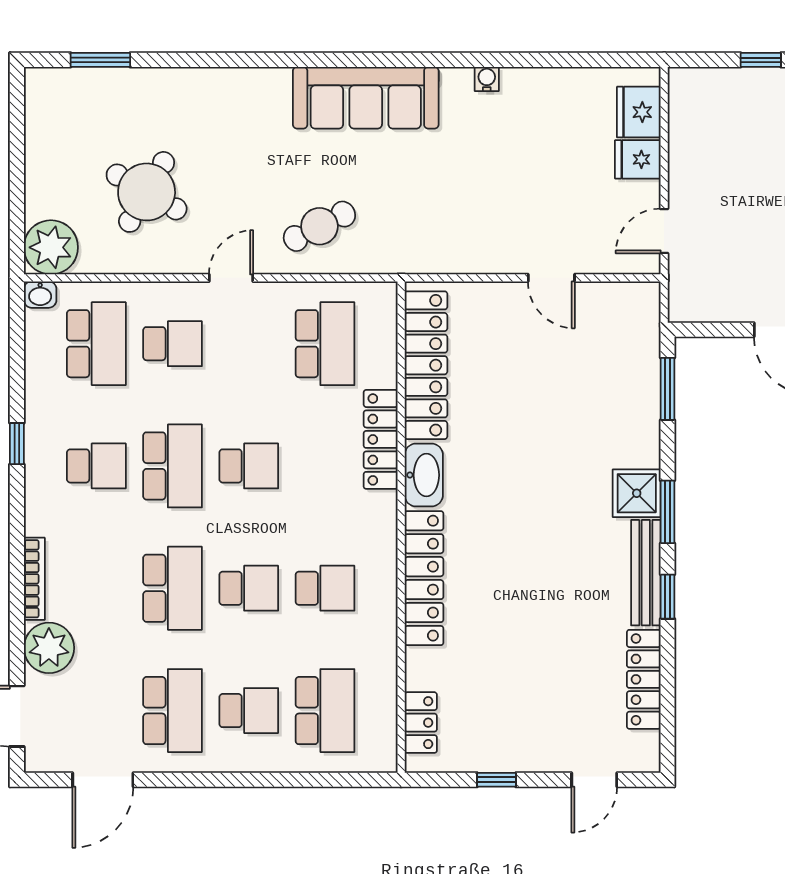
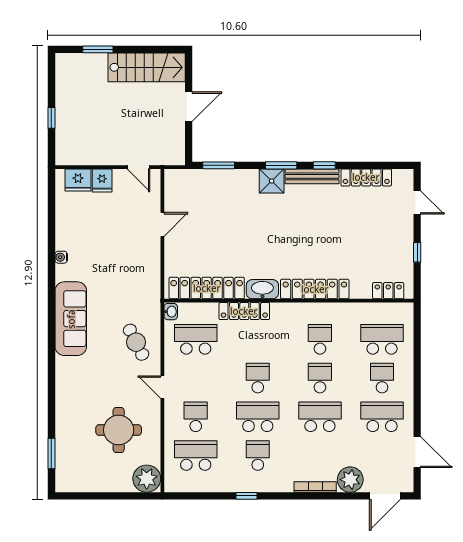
round table: (147, 192) -> (119, 430), turned -30
washbasin: (40, 295) -> (171, 312), moved

